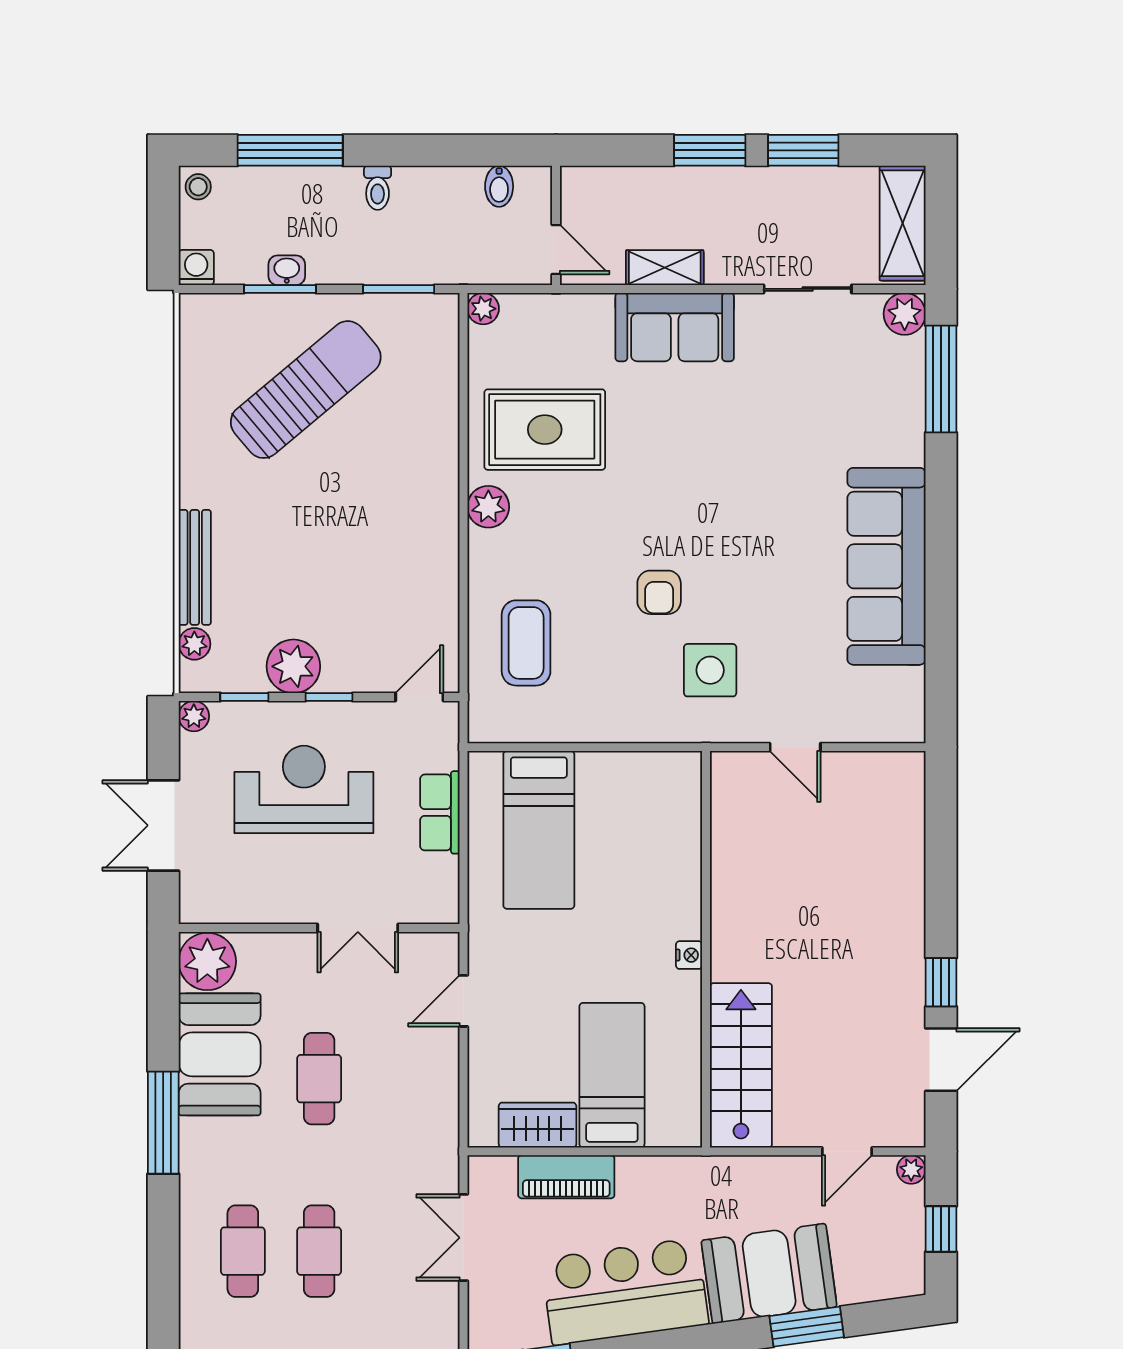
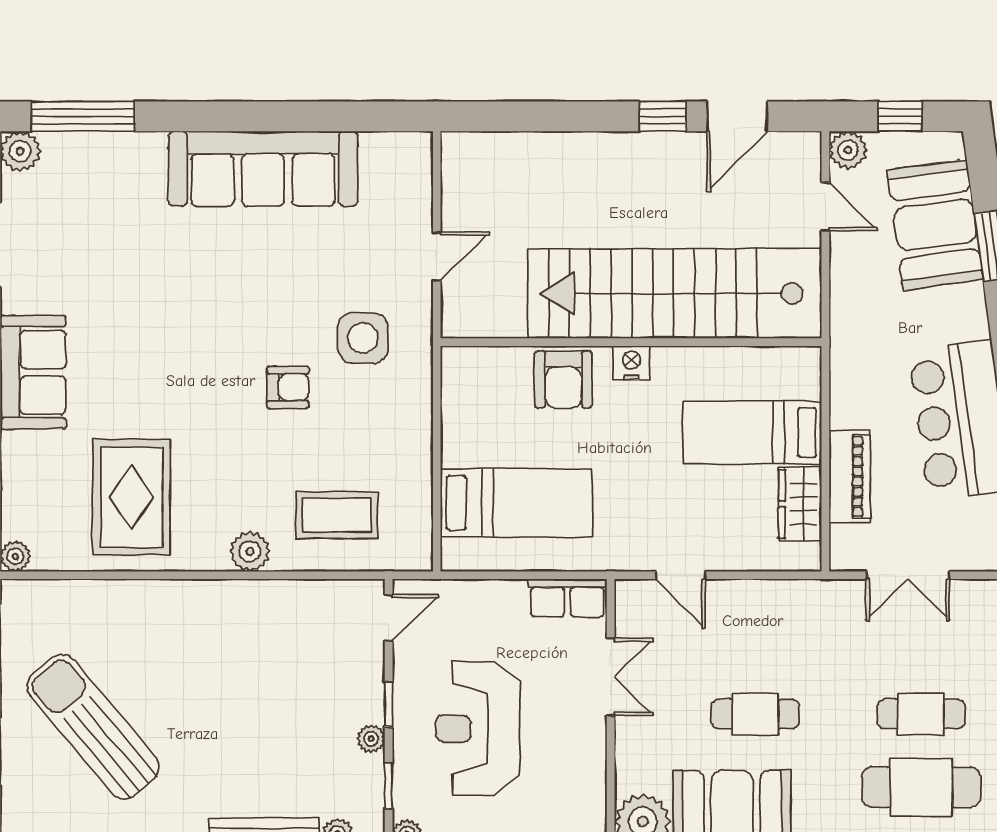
plant: (488, 507) -> (250, 551), moved
plant: (293, 666) -> (371, 739), width x0.53, depth x0.53
door: (419, 697) -> (389, 618), swing flipped
row of seats: (440, 812) -> (567, 598), moved
armchair: (667, 879) -> (563, 380), added
nightstand: (689, 955) -> (631, 363), width x1.39, depth x1.35
door: (941, 1060) -> (737, 116), swing flipped
stairs: (741, 1065) -> (675, 293), width x1.86, depth x1.51
plant: (911, 1170) -> (848, 150), width x1.38, depth x1.38
cafe table: (243, 1251) -> (921, 787), width x1.37, depth x1.35
booth: (769, 1274) -> (935, 225), moved

